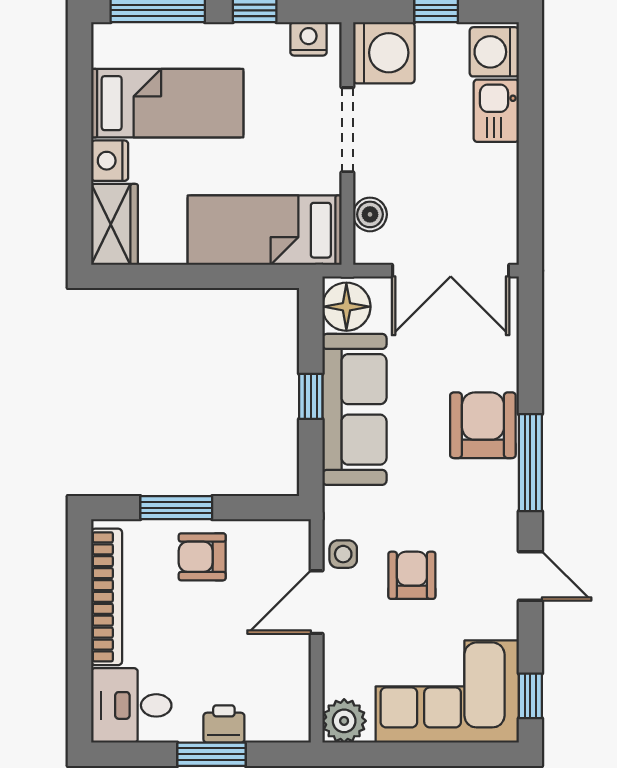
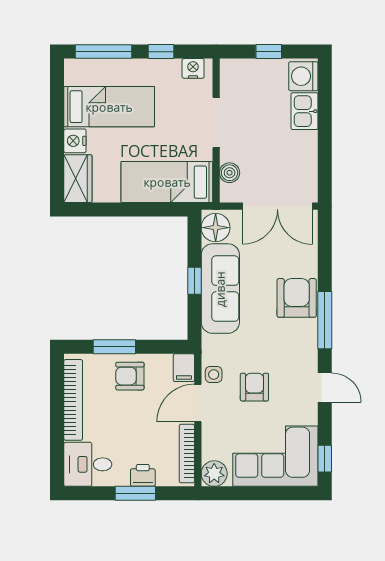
washing machine: (384, 53) -> (238, 77), removed
filing cabinet: (293, 543) -> (184, 368), added
bookcase: (298, 687) -> (187, 454), added

